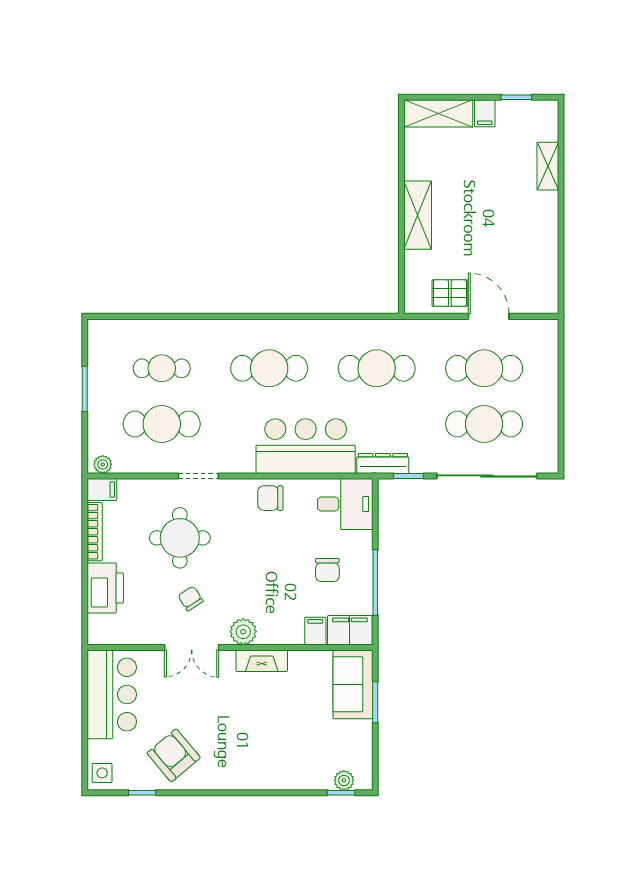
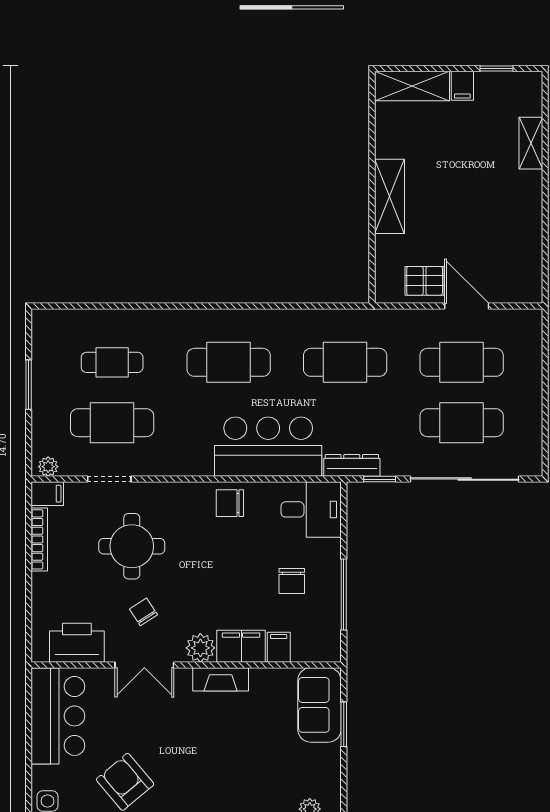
doorway: (198, 476) -> (109, 479), moved
printer: (105, 588) -> (77, 643), moved, turned -90
filing cabinet: (350, 630) -> (241, 646), moved

